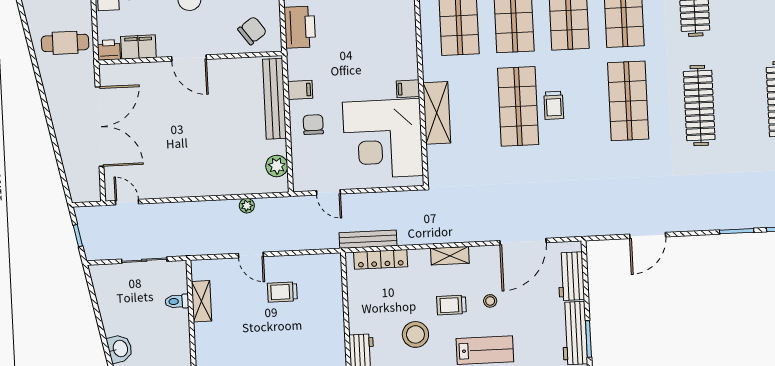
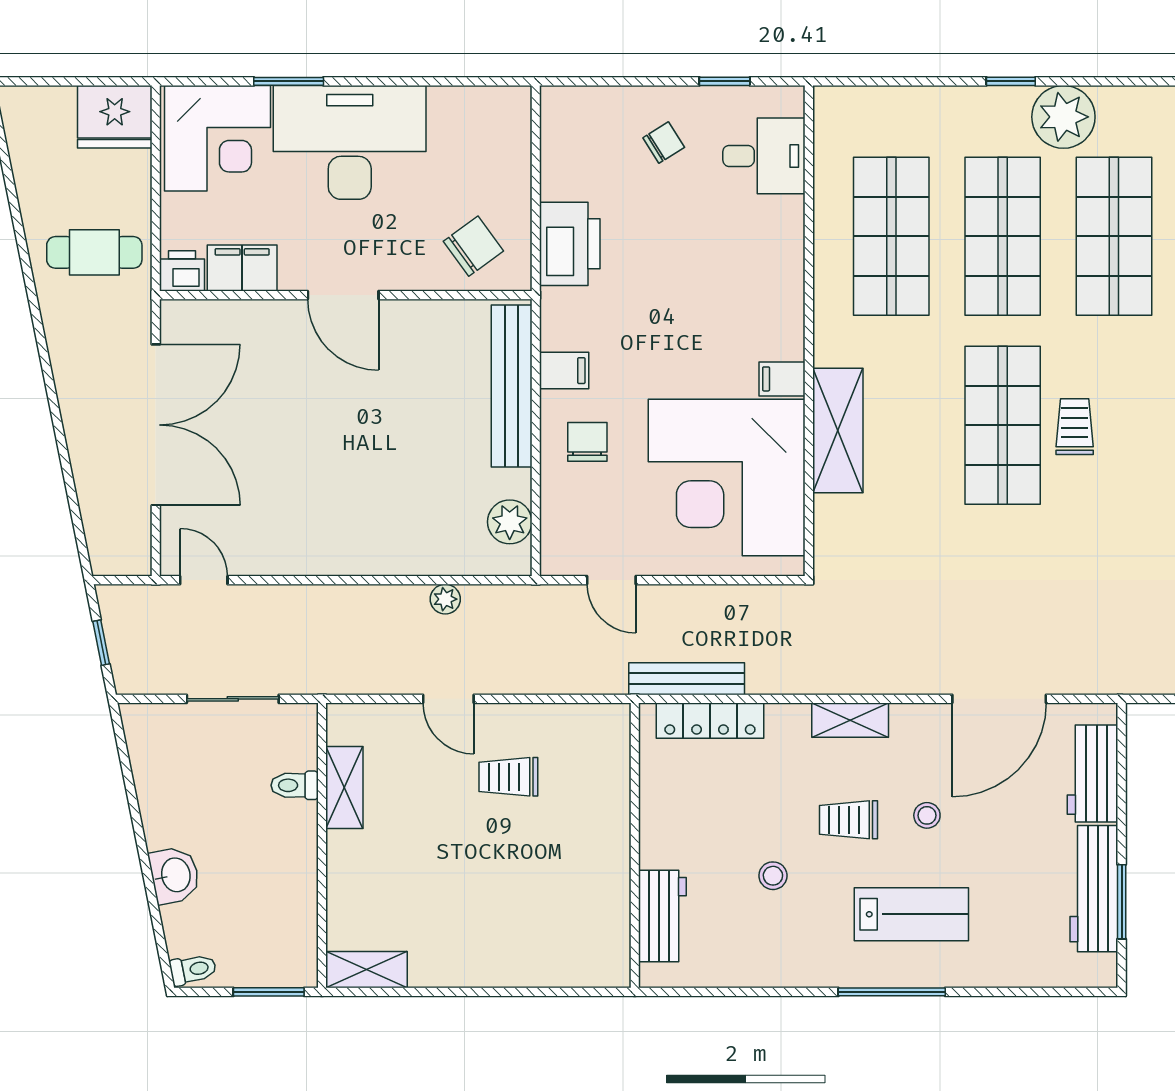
trolley: (554, 105) -> (1075, 427), turned 180
stool: (415, 334) -> (773, 876), width x0.53, depth x0.53

